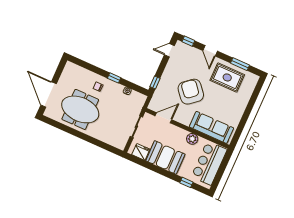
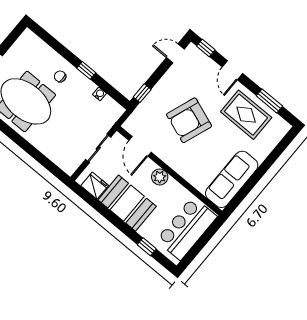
armchair: (191, 92) -> (189, 120), turned -120
door: (163, 118) -> (140, 146), swing flipped
sofa: (211, 127) -> (232, 179), moved, turned -90
plant: (192, 139) -> (160, 177), moved

